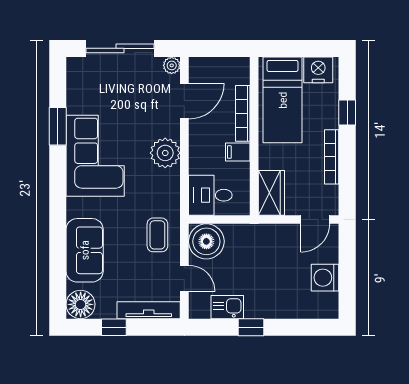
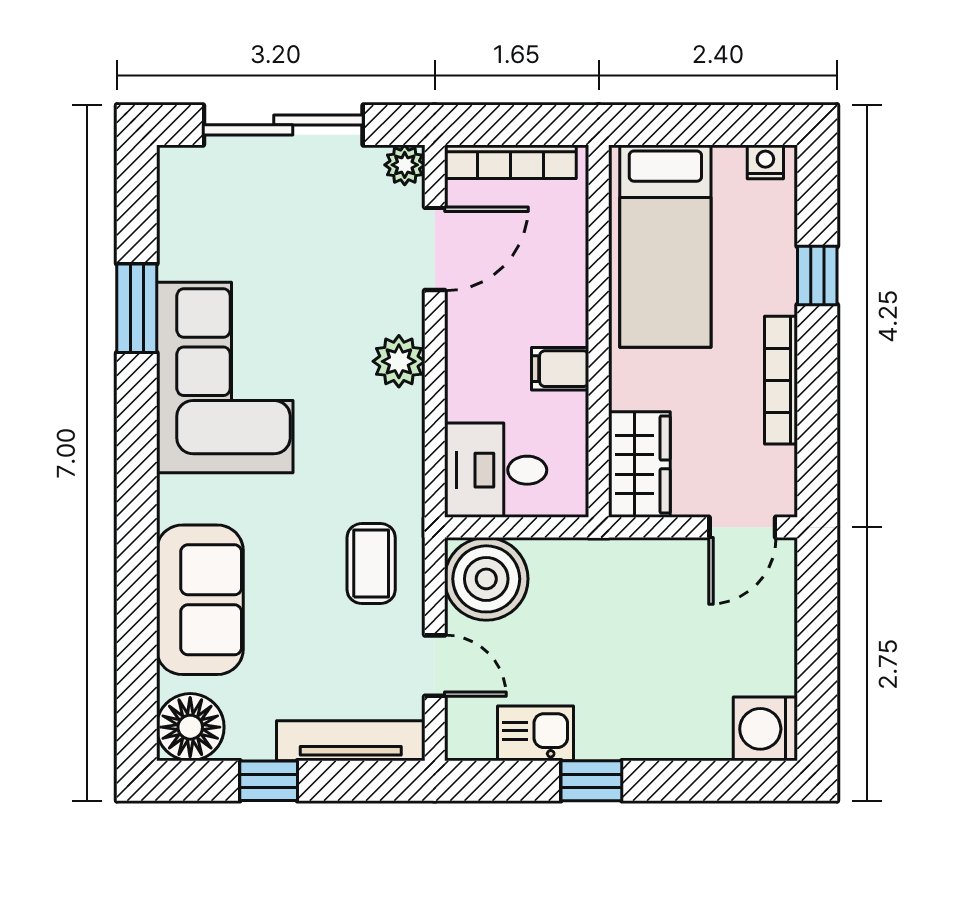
nightstand: (318, 70) -> (765, 162), width x0.53, depth x0.56
bookcase: (243, 113) -> (510, 162), moved, turned -90
plant: (165, 153) -> (399, 361), width x0.73, depth x0.73
washing machine: (325, 278) -> (765, 729), moved

